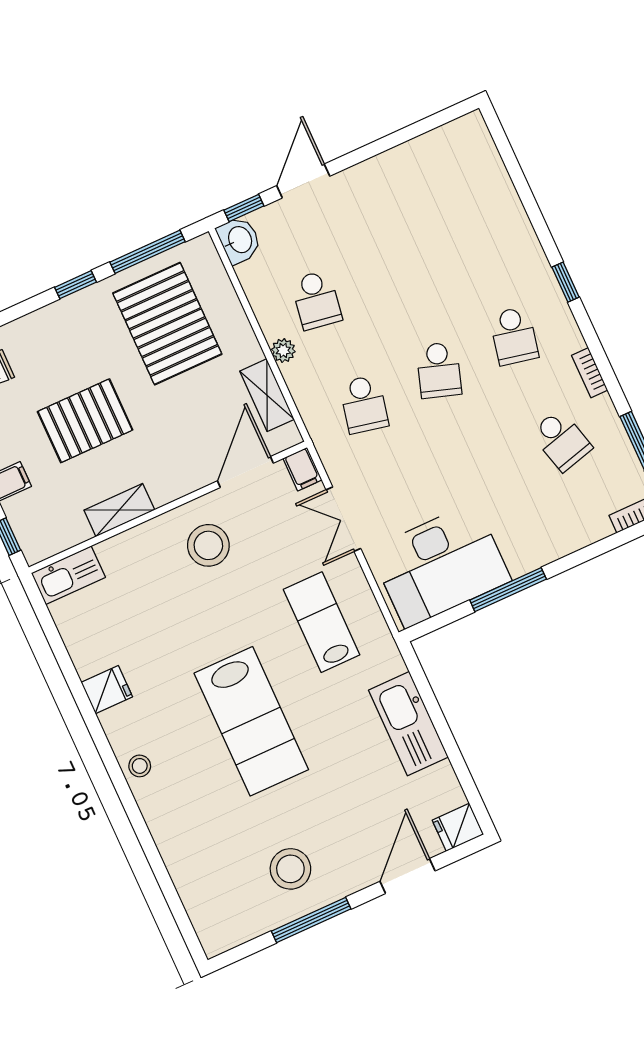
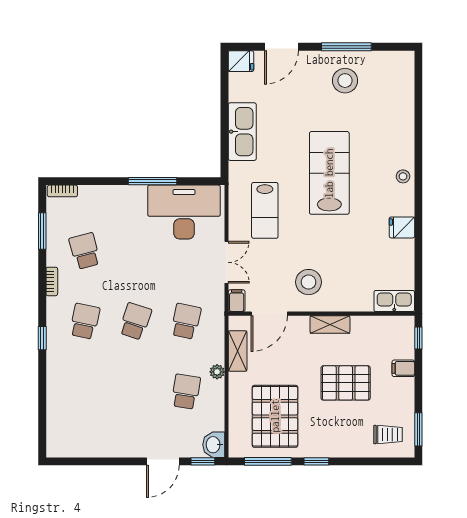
shelving: (119, 510) -> (330, 324), moved

